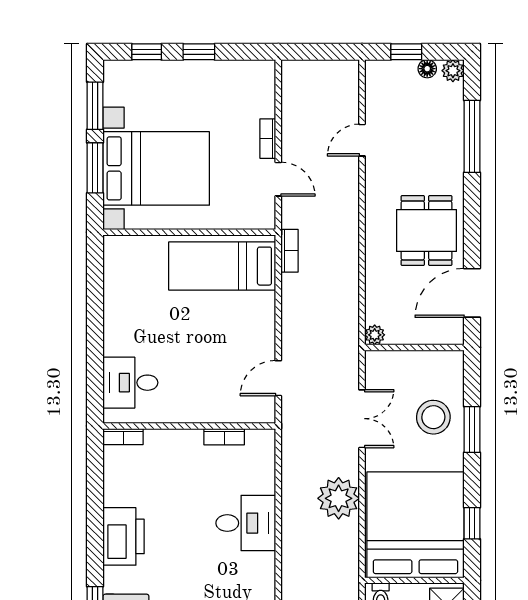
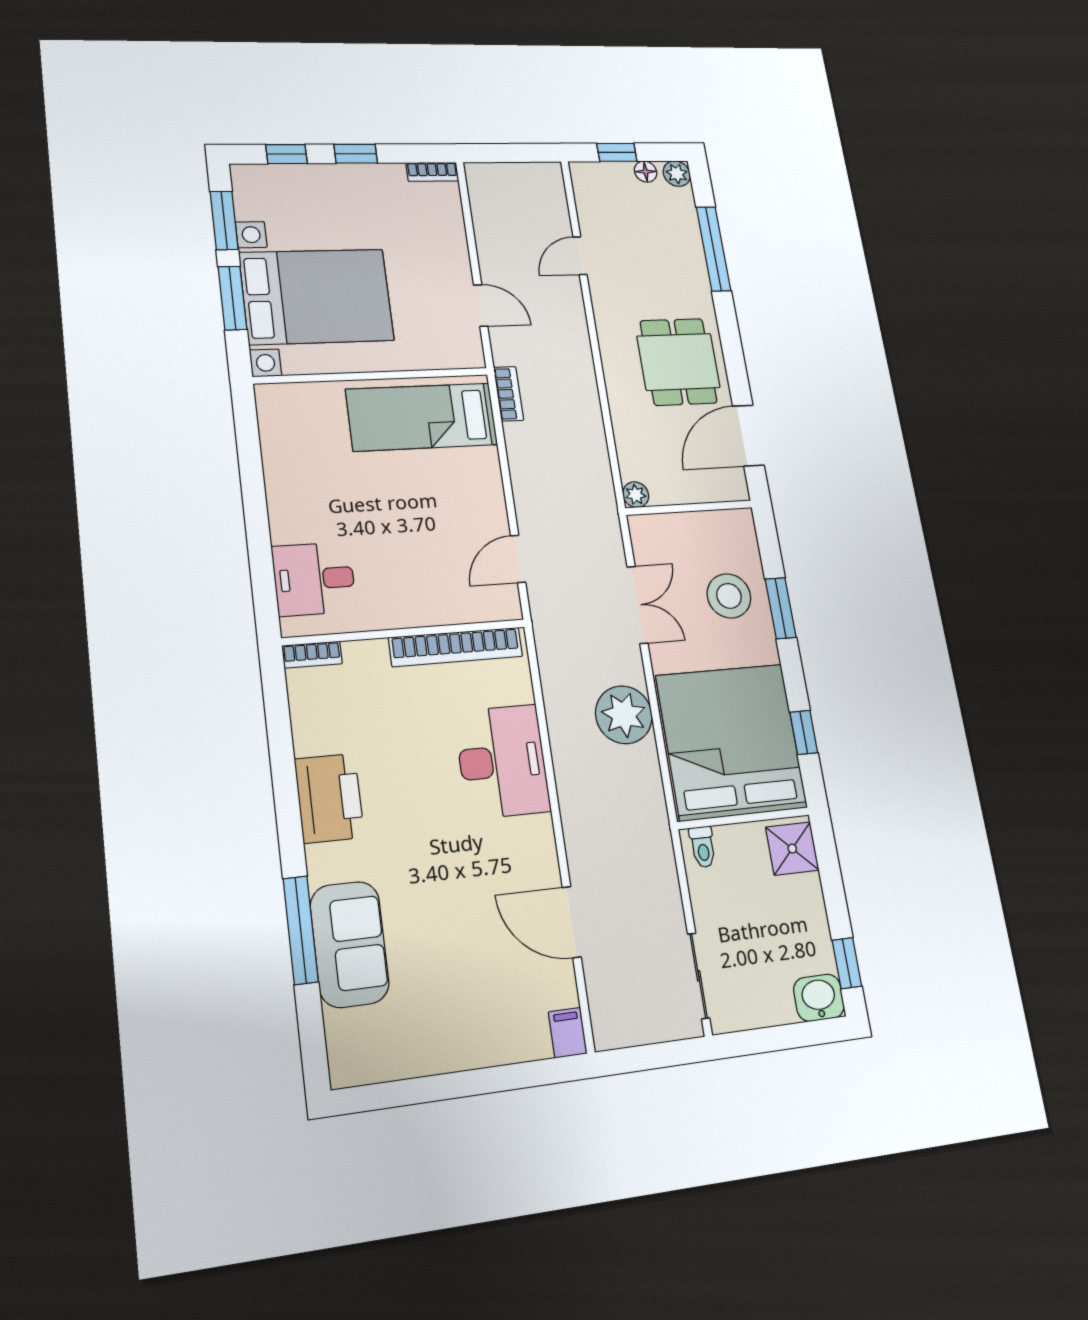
bookcase: (268, 139) -> (432, 172), moved, turned -90
bookcase: (224, 437) -> (456, 647), width x2.31, depth x1.31
desk: (246, 523) -> (502, 761), width x1.37

